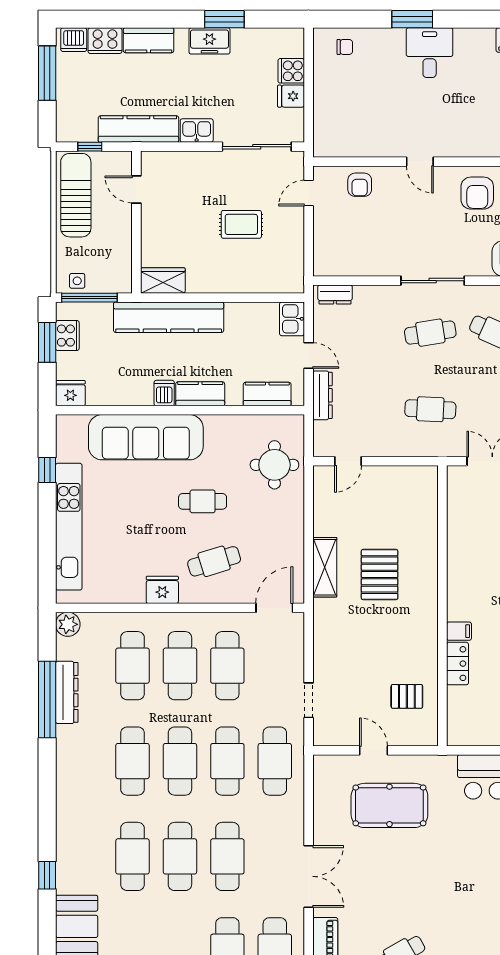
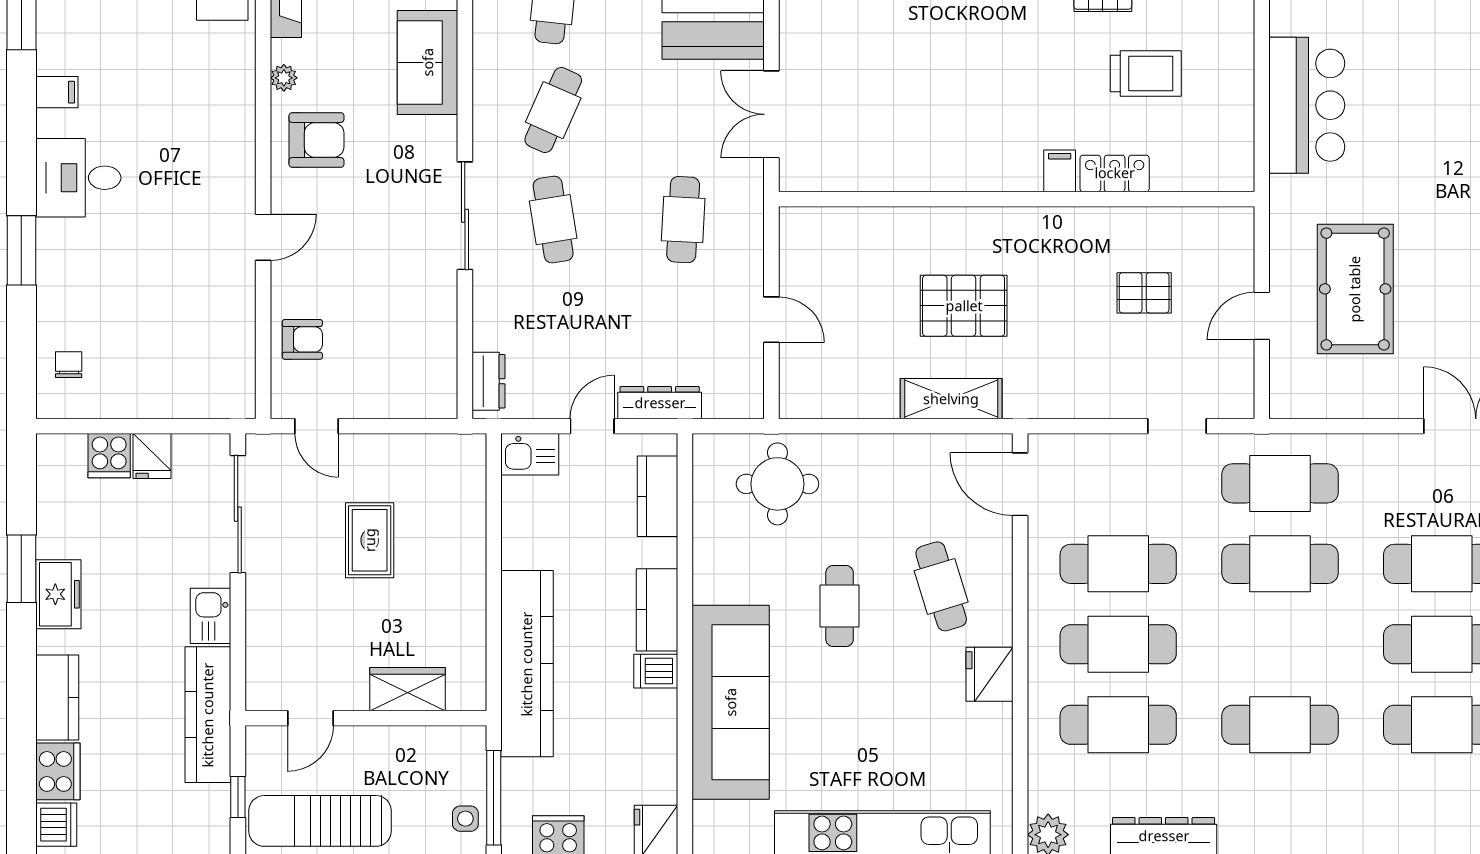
desk: (430, 53) -> (78, 178), moved
wardrobe: (163, 280) -> (408, 689), moved, turned 90
door: (348, 461) -> (771, 320), moved
pallet: (407, 696) -> (1144, 293), moved, turned 90
cafe table: (180, 761) -> (1280, 644), removed

